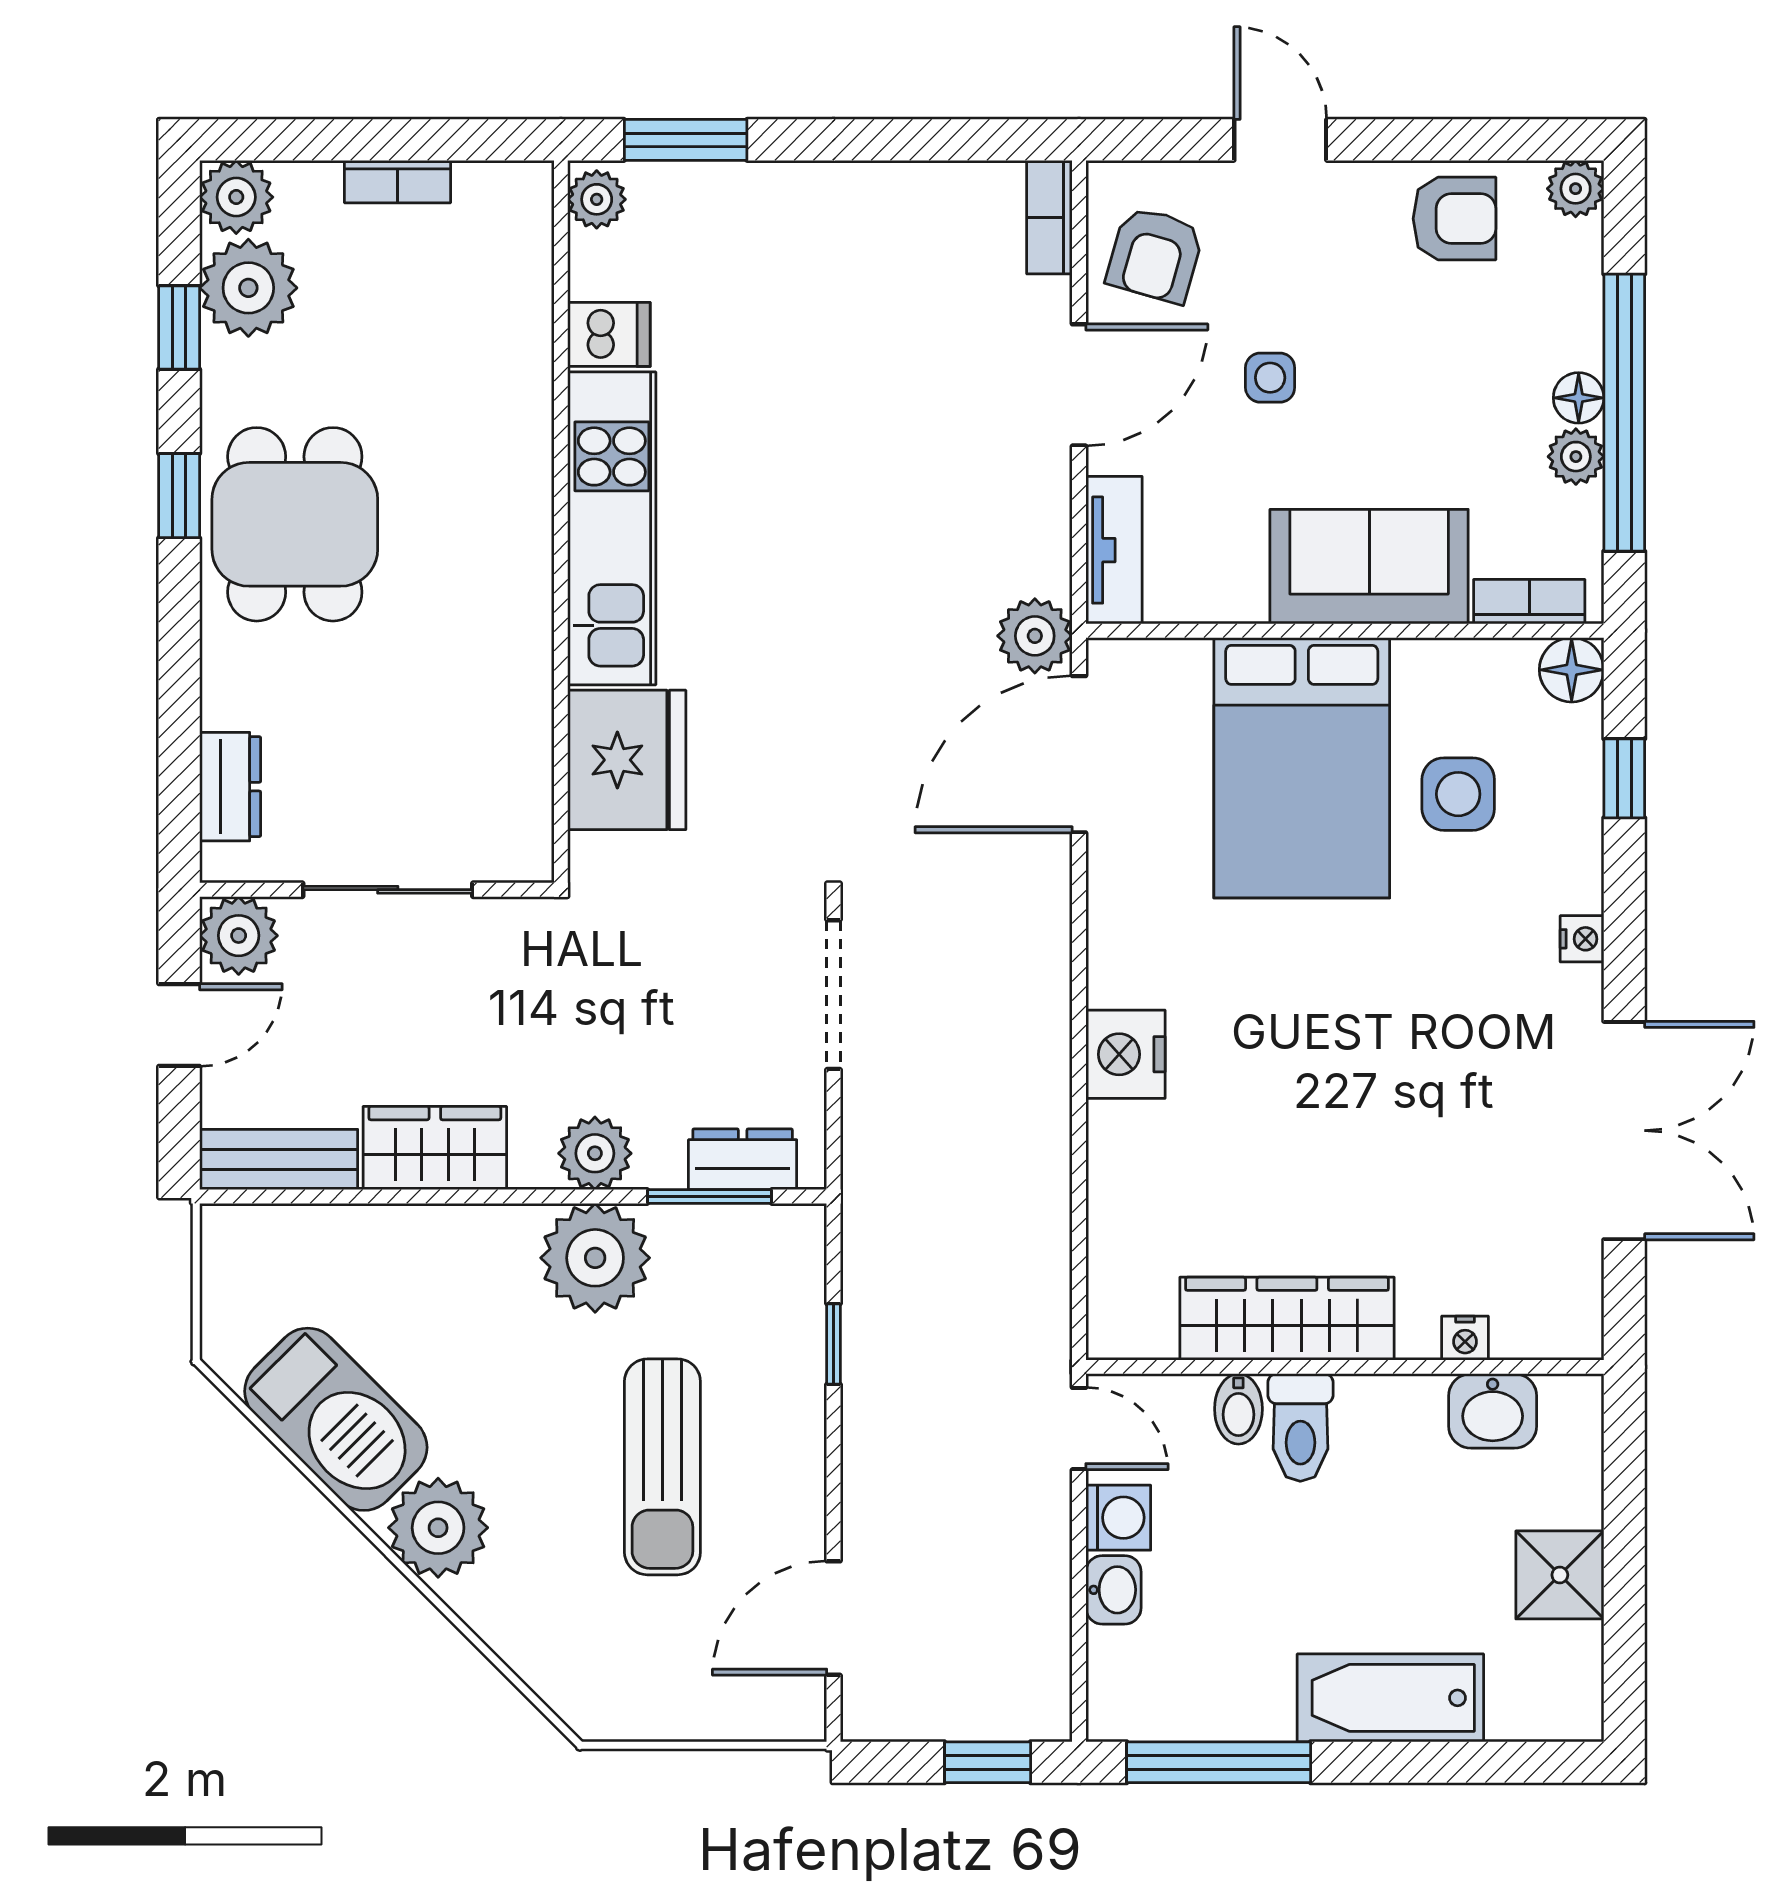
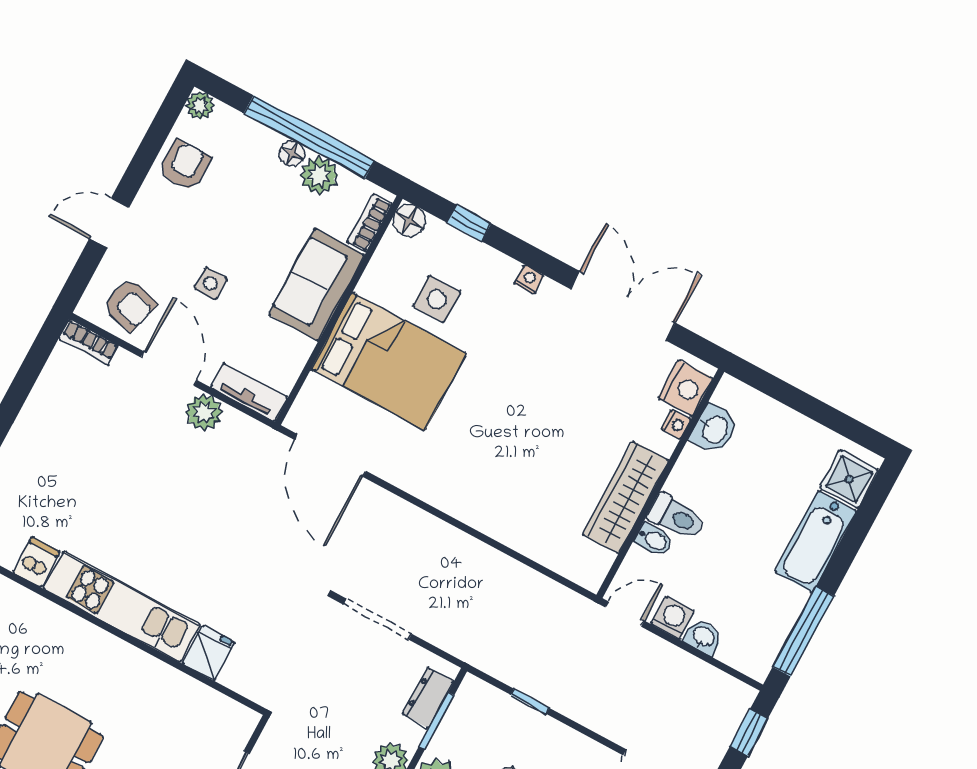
plant: (1576, 457) -> (319, 175), width x1.38, depth x1.38
plant: (1035, 636) -> (204, 412), moved
fridge: (627, 760) -> (209, 653), width x0.53, depth x0.75
nightstand: (1125, 1054) -> (685, 388), moved, turned -90
shower: (1560, 1575) -> (849, 479), moved

